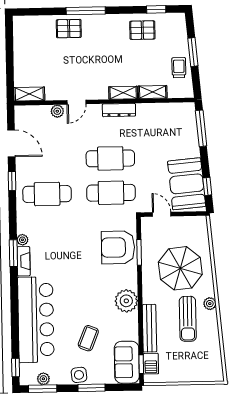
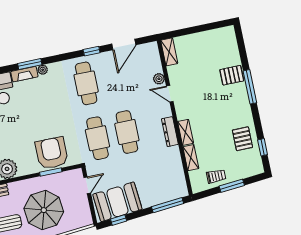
pallet: (69, 29) -> (232, 75), turned 90

